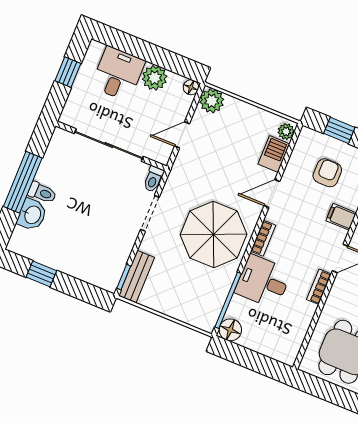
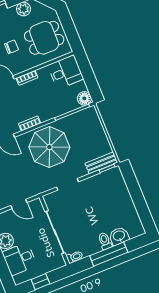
toilet: (153, 179) -> (75, 257), moved
window: (41, 274) -> (141, 206), removed
desk: (263, 282) -> (66, 72), moved, turned -90

